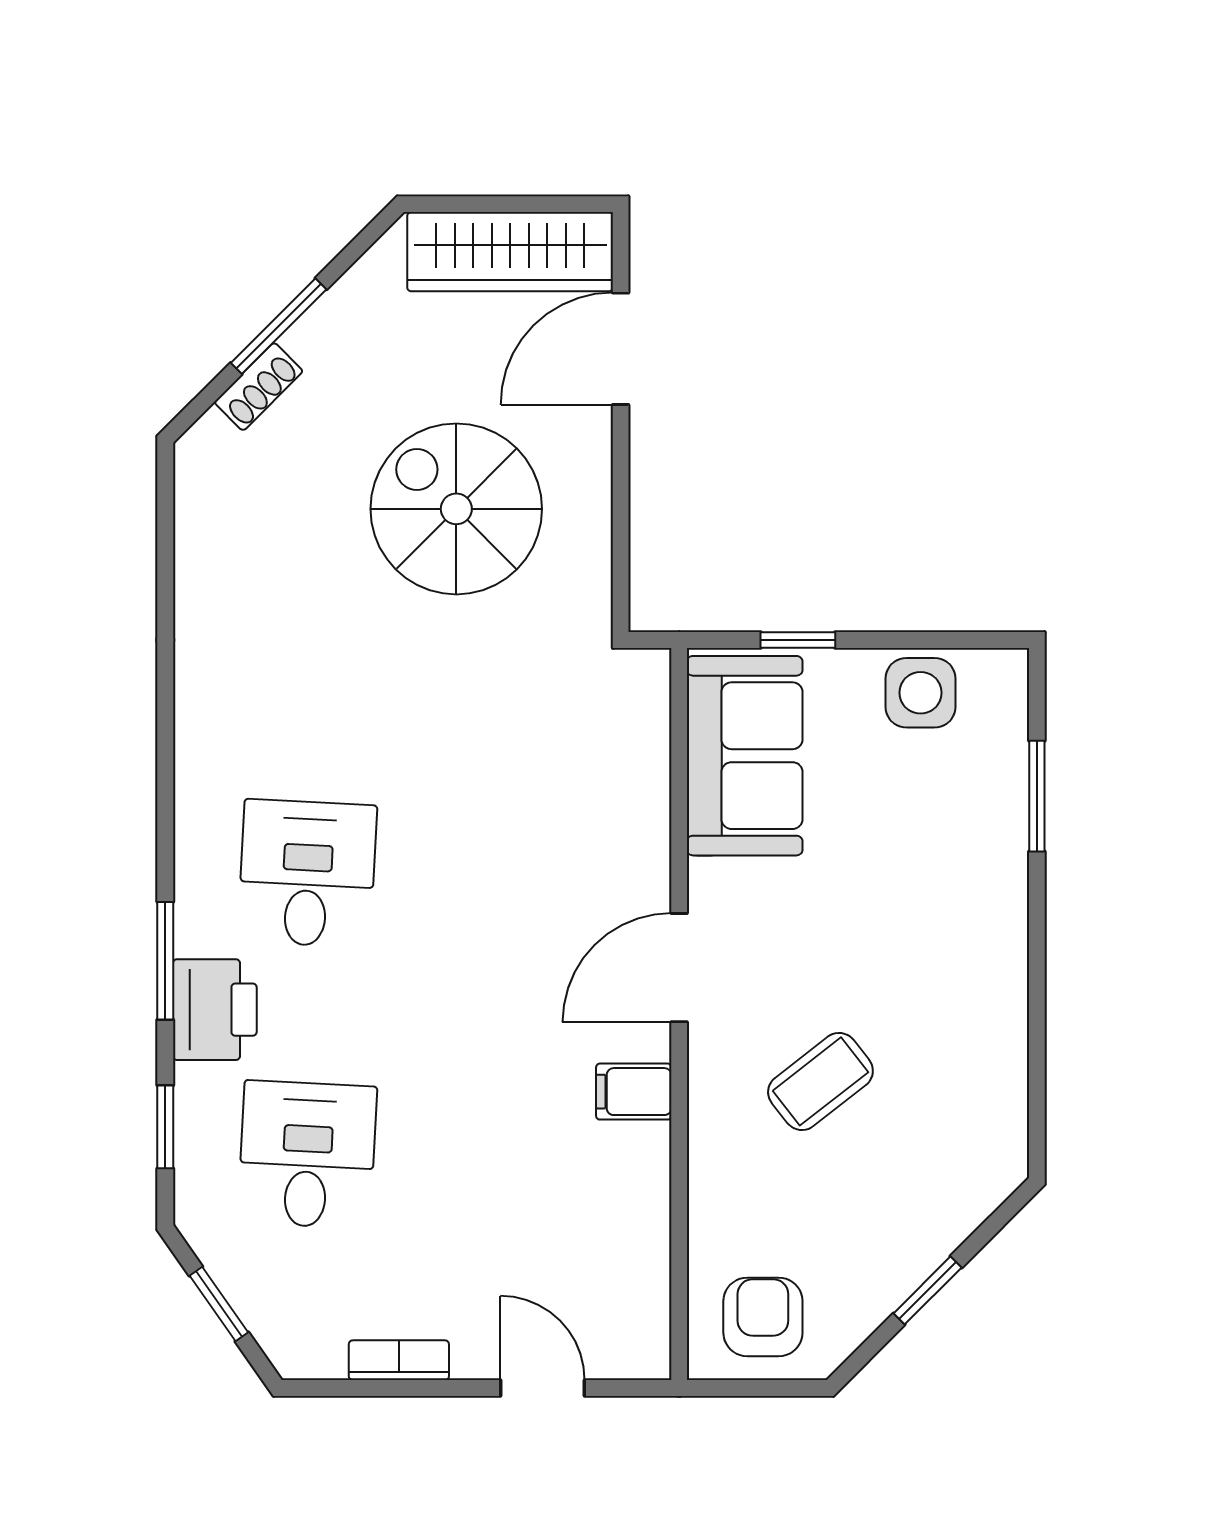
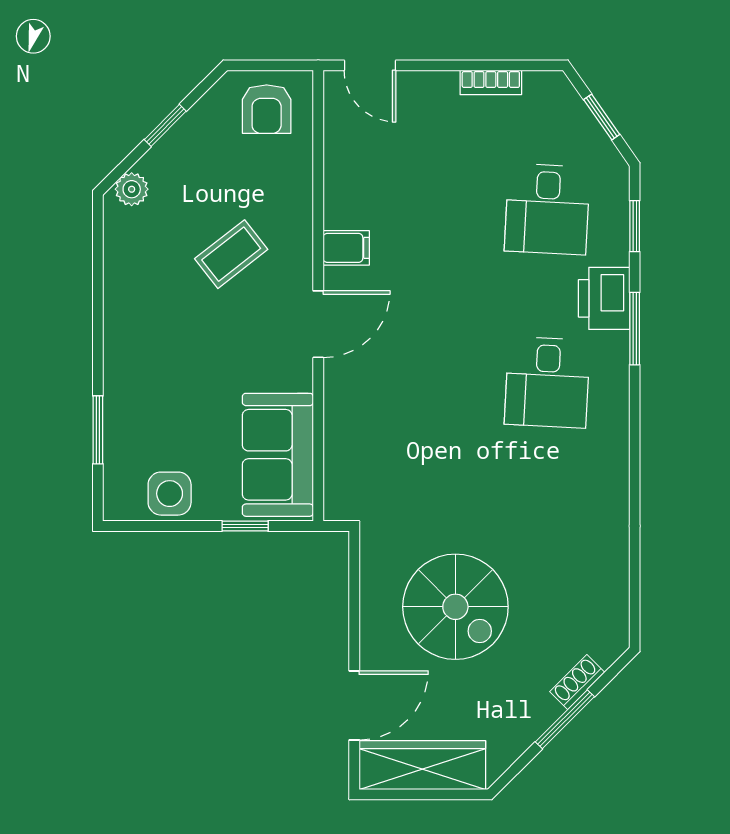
plant: (982, 1187) -> (132, 189), added
door: (543, 1388) -> (370, 65), moved

